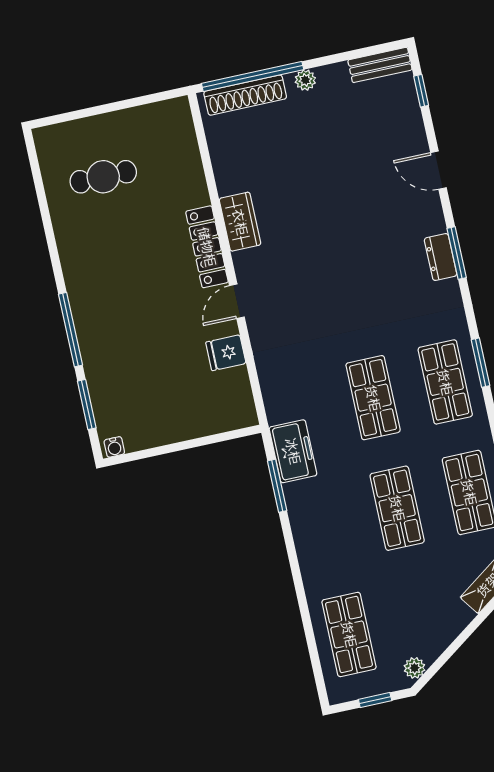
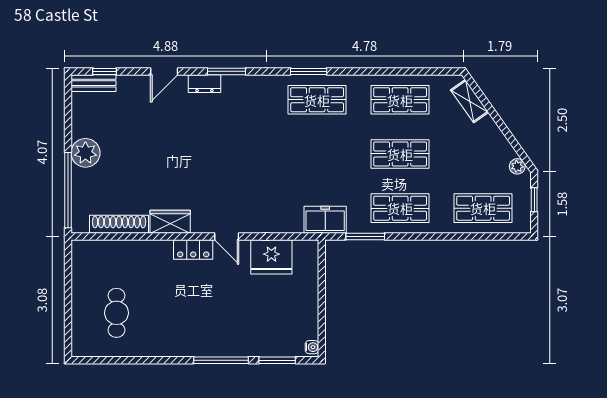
bench: (380, 65) -> (93, 83), moved, turned 90
plant: (305, 80) -> (85, 153), width x1.88, depth x1.88
shoe rack: (245, 95) -> (119, 224), moved, turned -90
locker: (207, 247) -> (193, 249), width x0.66
dresser: (441, 257) -> (204, 84), moved
fridge: (226, 353) -> (271, 257), width x1.88, depth x1.34
shop shelf: (373, 398) -> (400, 208), moved
freezer: (293, 451) -> (325, 220), moved

